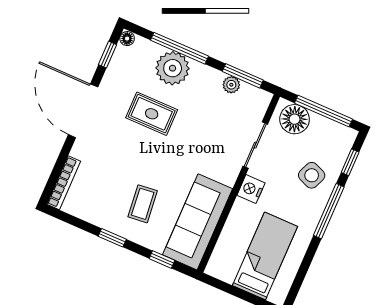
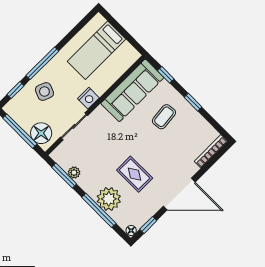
door: (83, 111) -> (179, 194), hinge flipped

